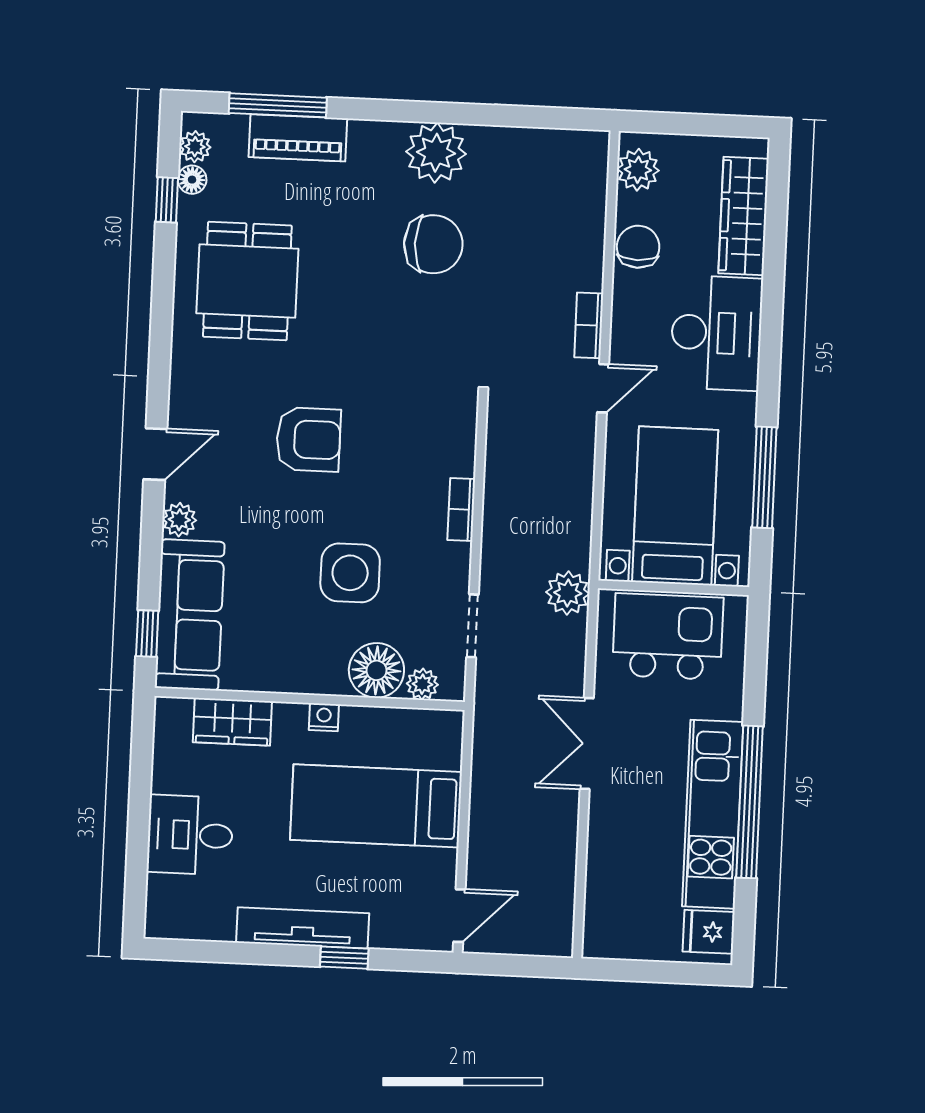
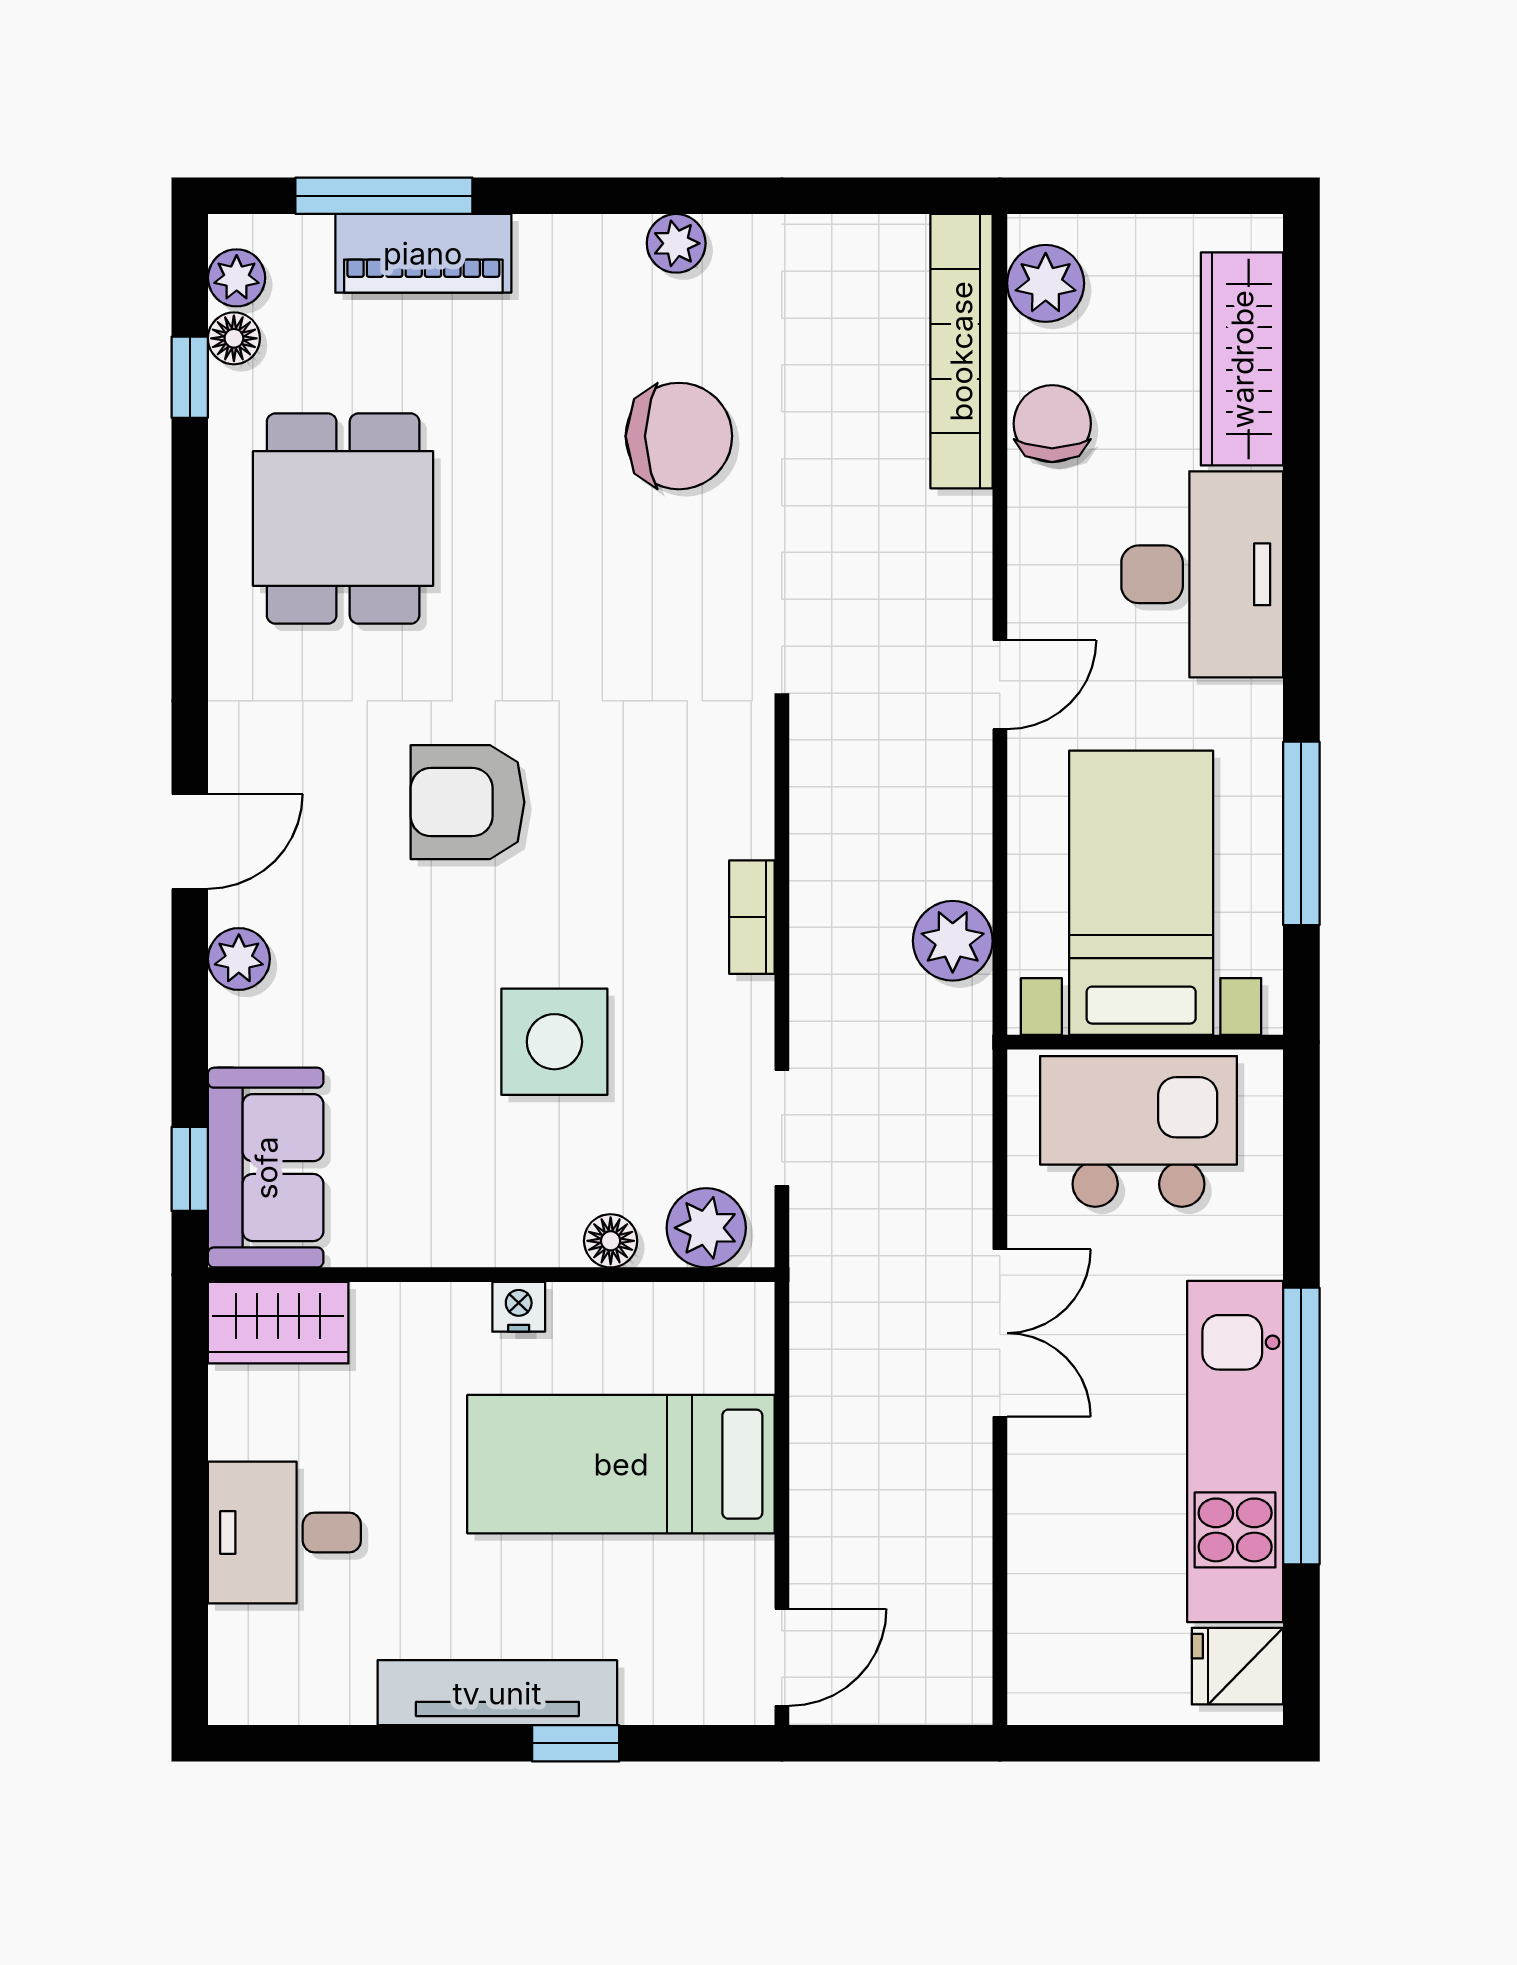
plant: (436, 153) -> (676, 243), width x0.53, depth x0.53
bookcase: (589, 325) -> (961, 351), moved, width x2.31, depth x1.31
armchair: (308, 439) -> (467, 802), turned 180
plant: (568, 593) -> (953, 941), moved
sofa: (190, 615) -> (266, 1168), width x0.73
floor lamp: (376, 670) -> (611, 1241), width x0.53, depth x0.53
plant: (422, 684) -> (706, 1228), width x1.38, depth x1.38
wardrobe: (232, 722) -> (278, 1323), moved
double door: (587, 743) -> (1000, 1333), swing flipped

